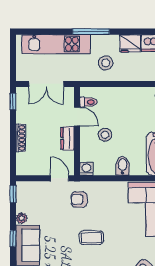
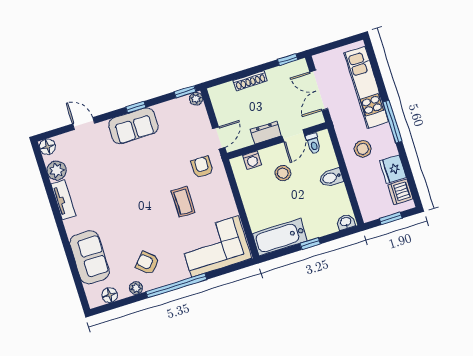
bidet: (123, 166) -> (331, 178), moved, turned 180
washing machine: (86, 169) -> (252, 160), moved, turned 90
plant: (22, 218) -> (196, 99), moved
coffee table: (91, 238) -> (183, 202), moved

